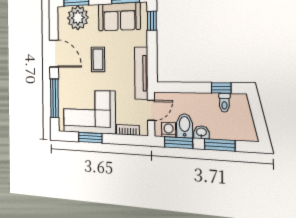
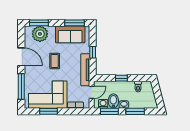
window: (152, 21) -> (93, 52), moved
window: (221, 88) -> (121, 78), moved

